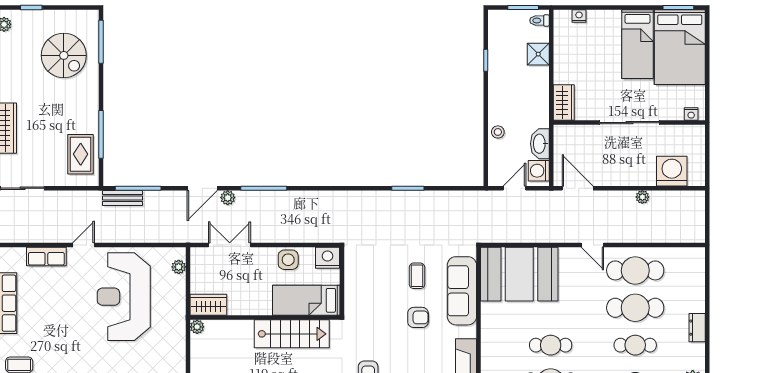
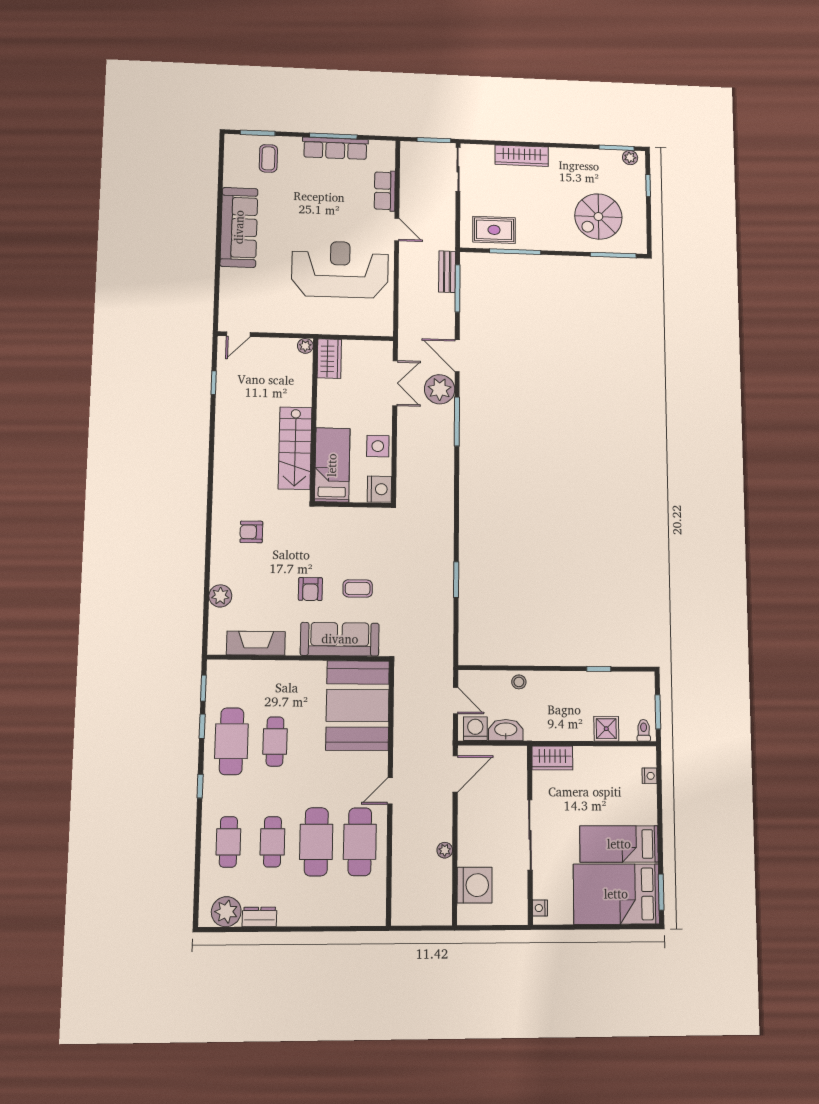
plant: (228, 198) -> (440, 389), width x1.88, depth x1.88
plant: (179, 267) -> (372, 328), removed
dresser: (697, 328) -> (259, 917), moved

